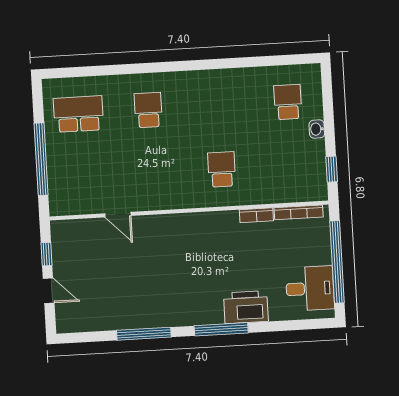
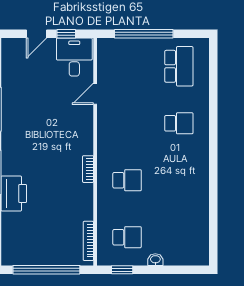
school desk: (288, 102) -> (127, 237), moved
bookcase: (256, 215) -> (88, 169), moved
desk: (310, 288) -> (74, 57), moved, turned 180

